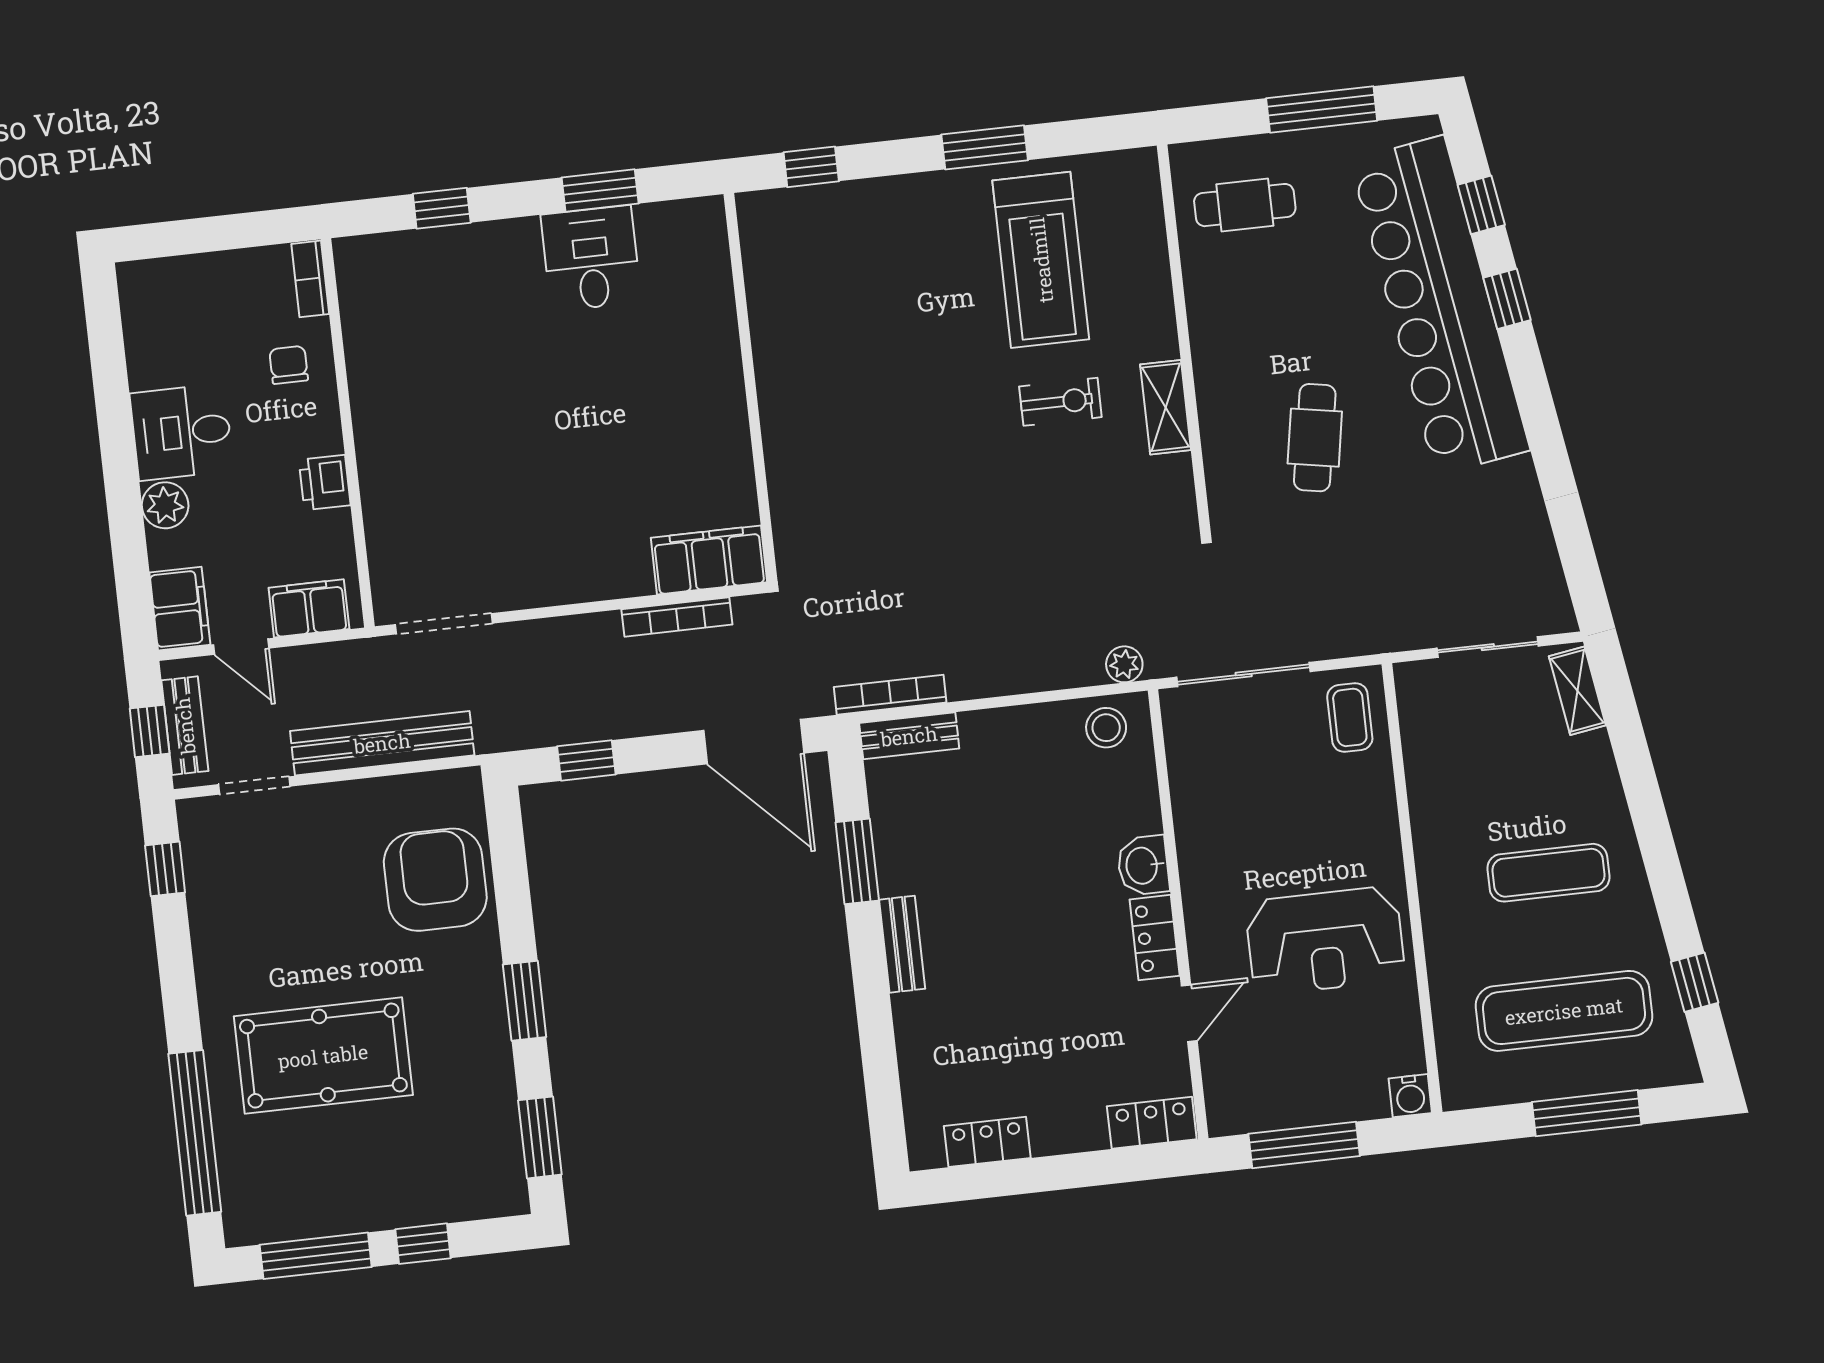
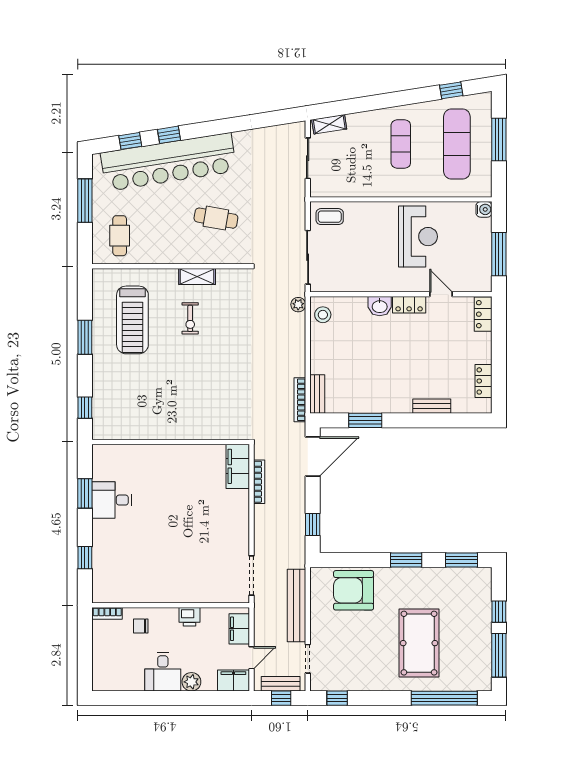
treadmill: (1041, 260) -> (132, 320), turned 90
exercise bike: (1060, 402) -> (190, 318), turned 180
bench: (902, 944) -> (432, 406), moved

